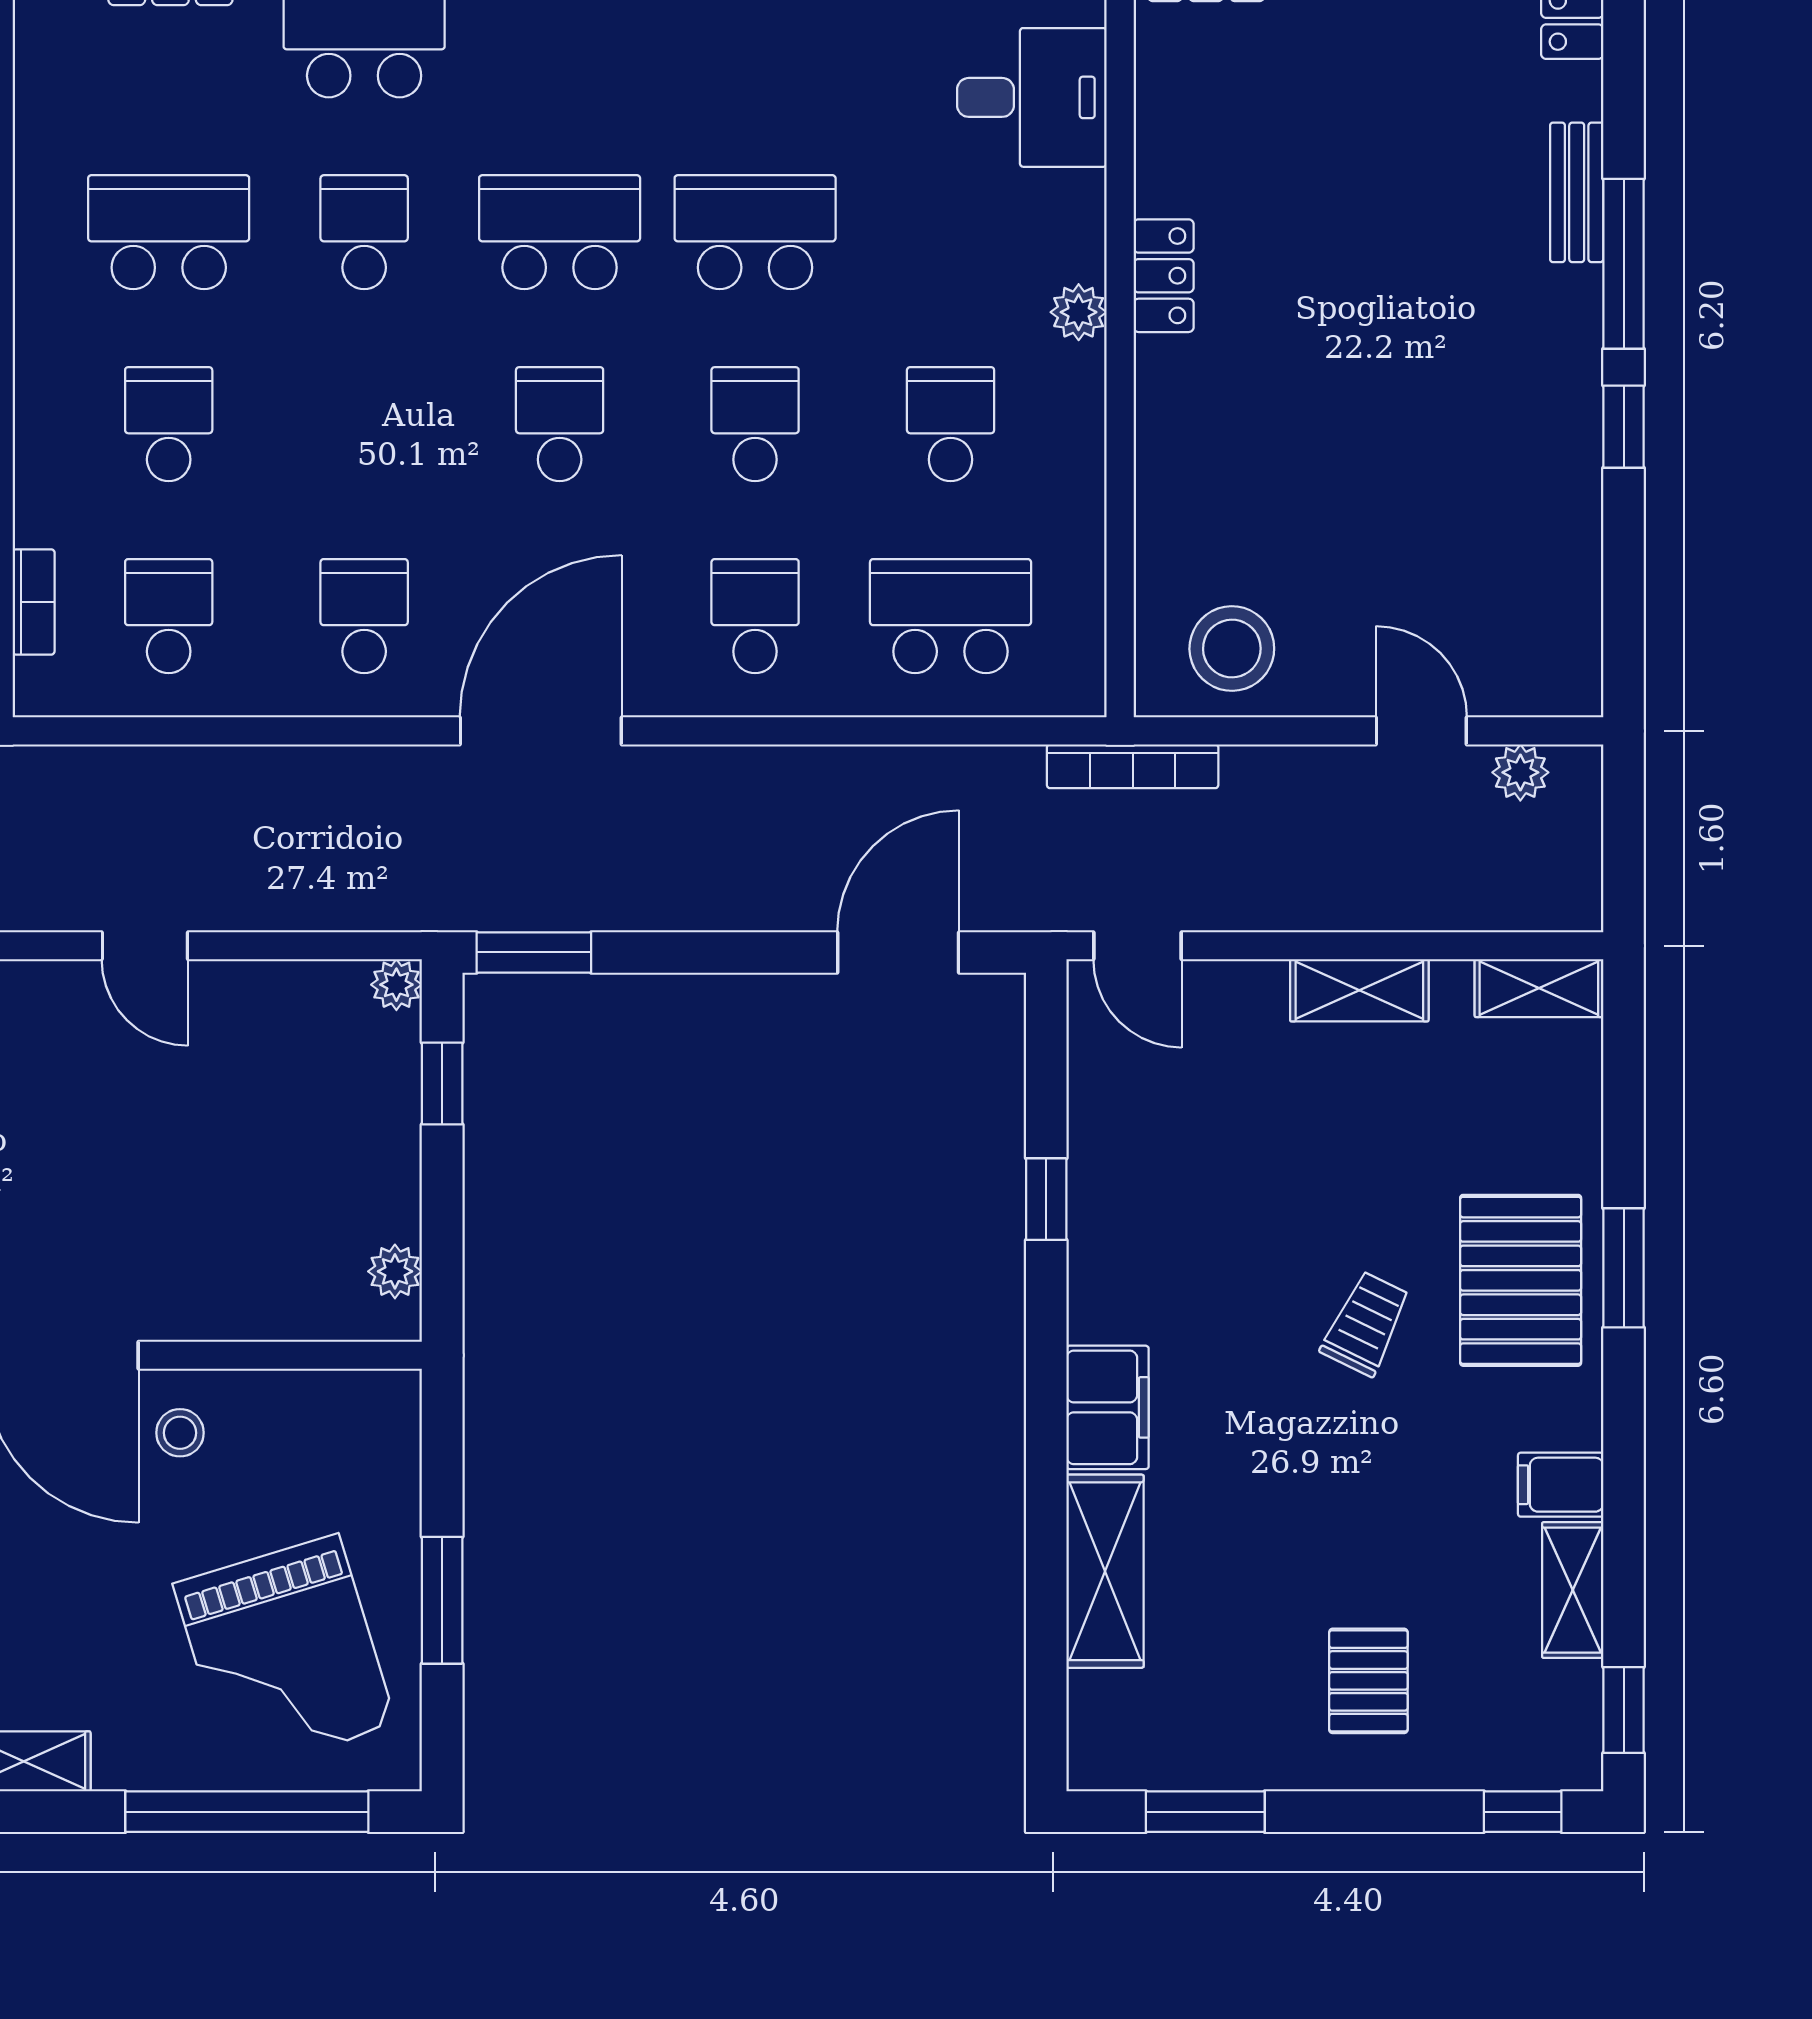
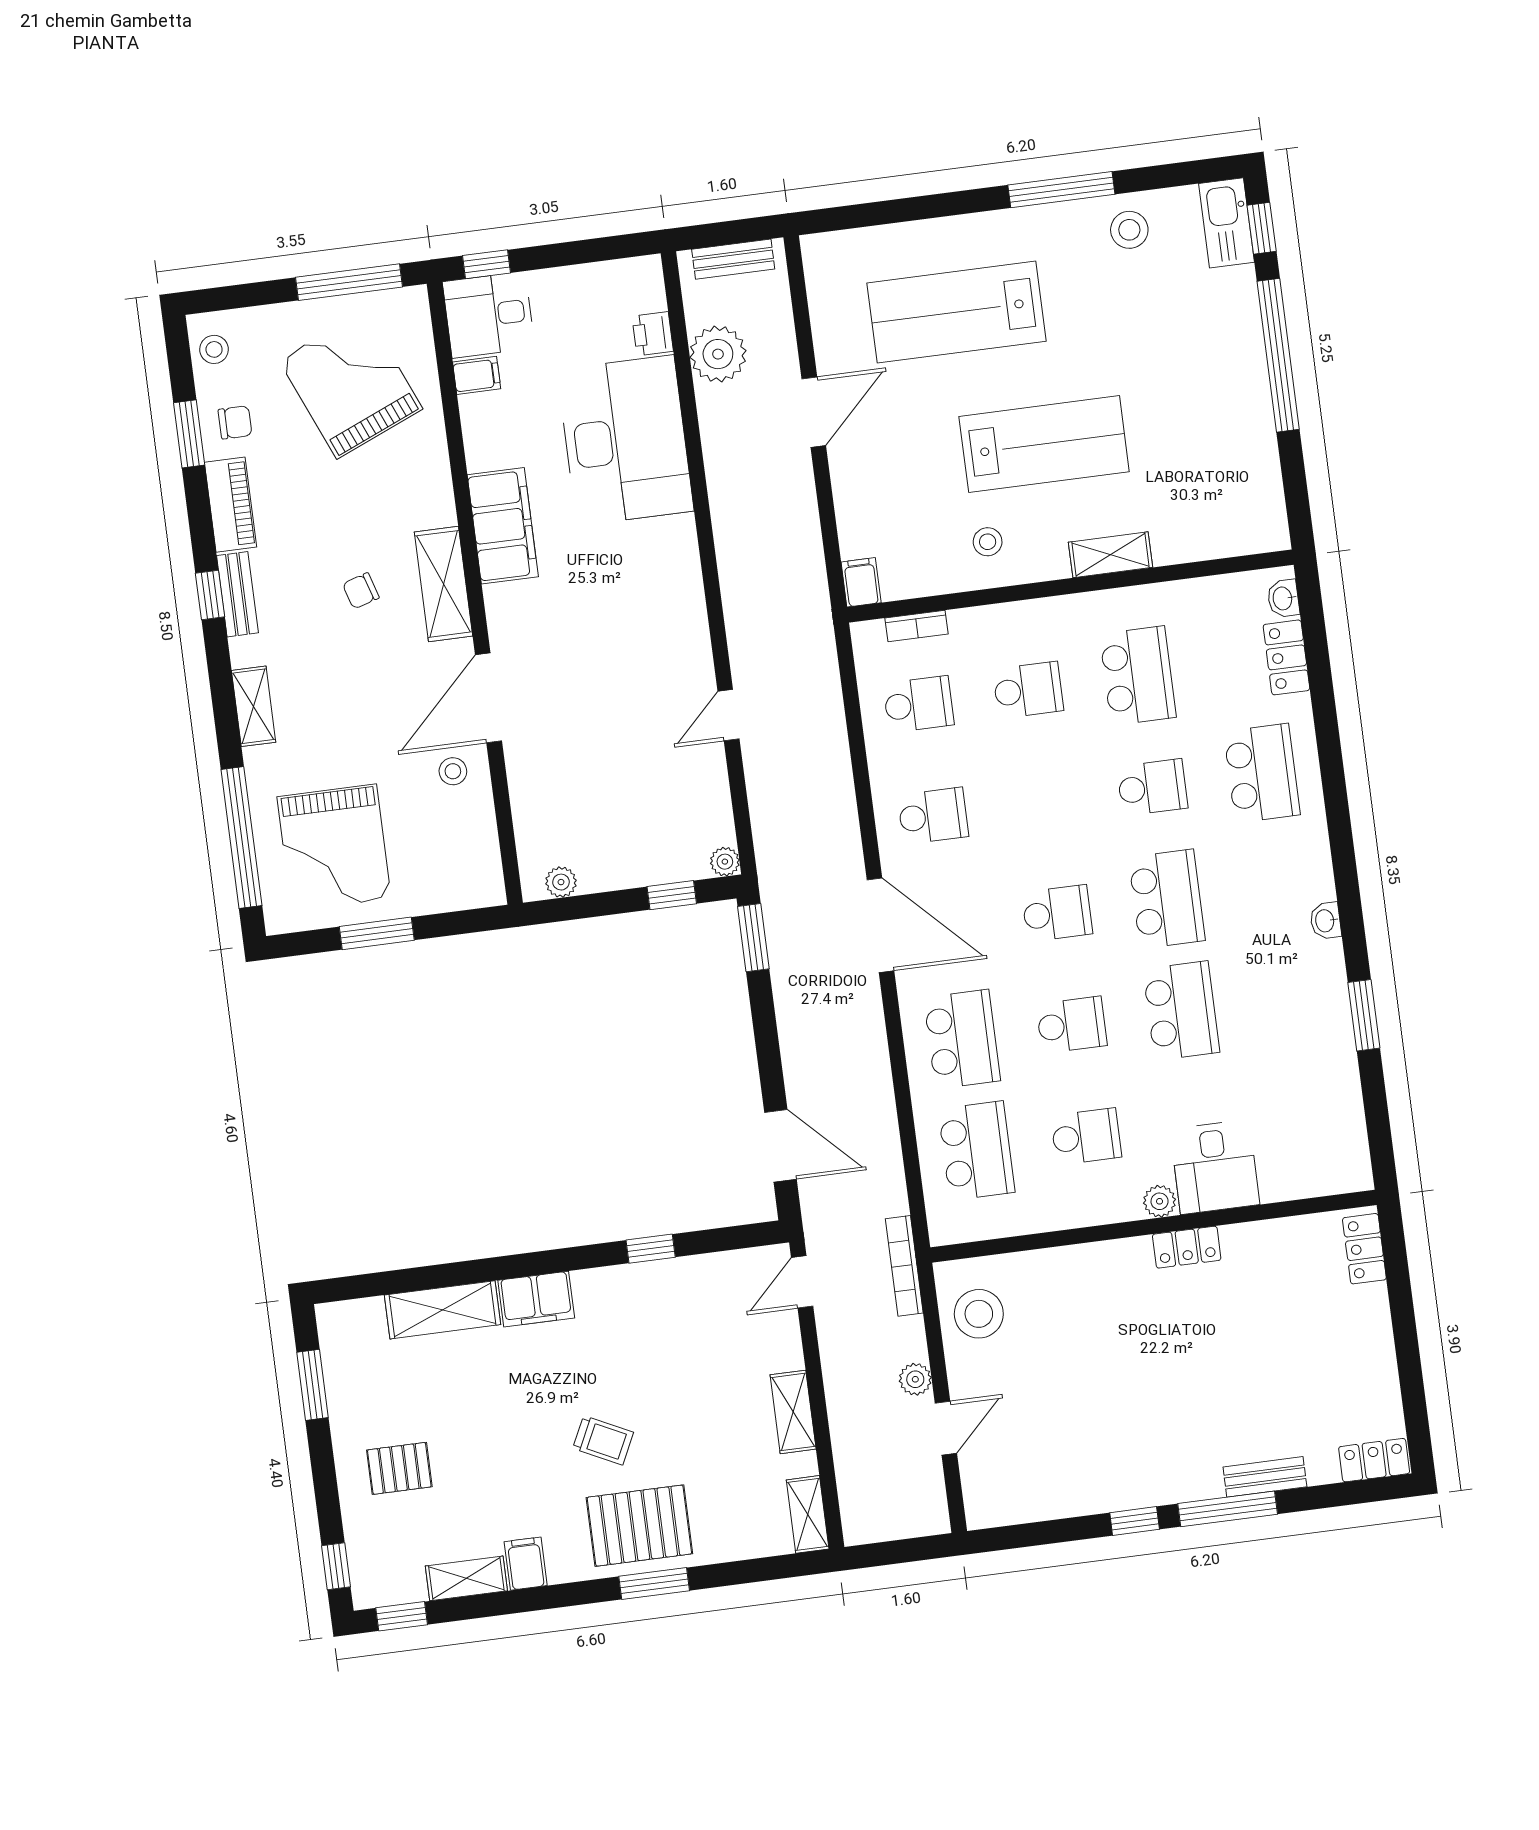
desk: (1032, 97) -> (1215, 1167), moved
school desk: (755, 616) -> (962, 1039), width x1.85
plant: (1520, 772) -> (915, 1379), moved
grand piano: (285, 1654) -> (334, 847), turned -73

